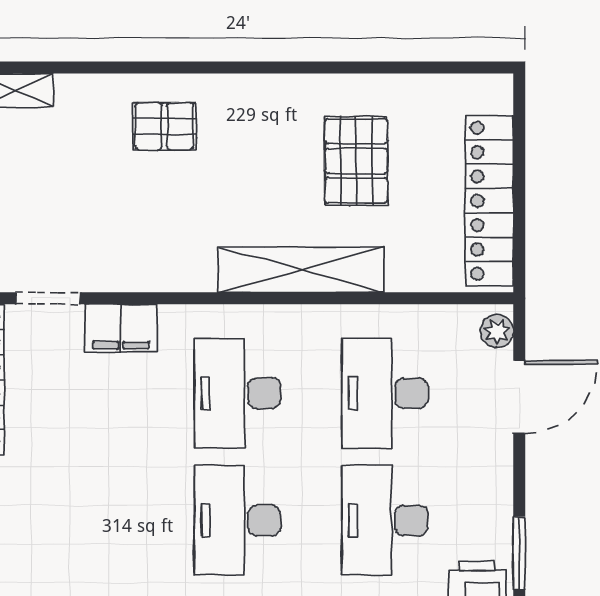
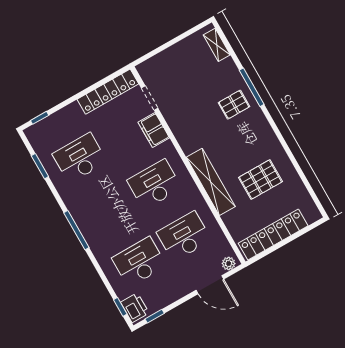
window: (149, 67) -> (252, 87), added
pallet: (164, 126) -> (234, 105), turned 90
desk: (238, 520) -> (80, 158), moved
window: (519, 553) -> (155, 316), width x0.67

